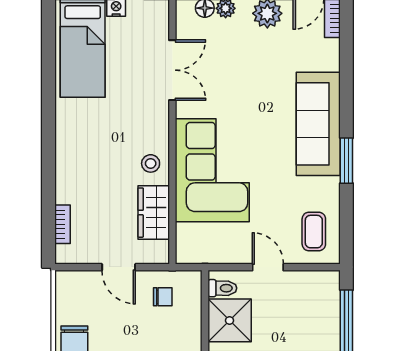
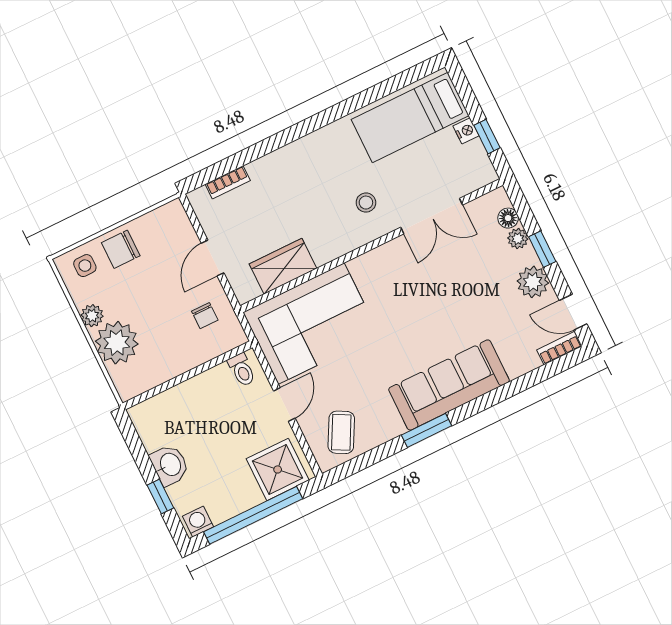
stool: (151, 163) -> (366, 203), moved
corner sofa: (212, 170) -> (311, 324), moved
coffee table: (314, 232) -> (341, 432), turned -62
shower: (230, 320) -> (278, 469), moved

